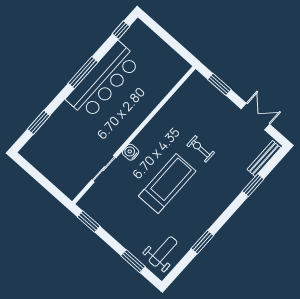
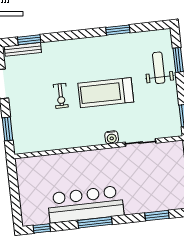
window: (253, 185) -> (29, 40), moved
weight bench: (163, 252) -> (159, 68), moved, turned 90

